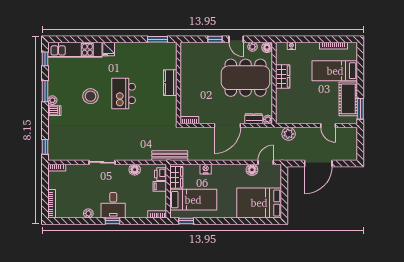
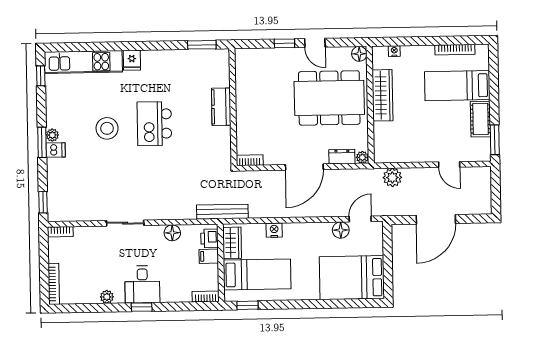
plant: (252, 47) -> (338, 53), removed
wardrobe: (283, 76) -> (382, 95), width x1.50
window: (45, 91) -> (42, 142), moved
cot: (348, 99) -> (481, 119), width x0.73, depth x0.75

